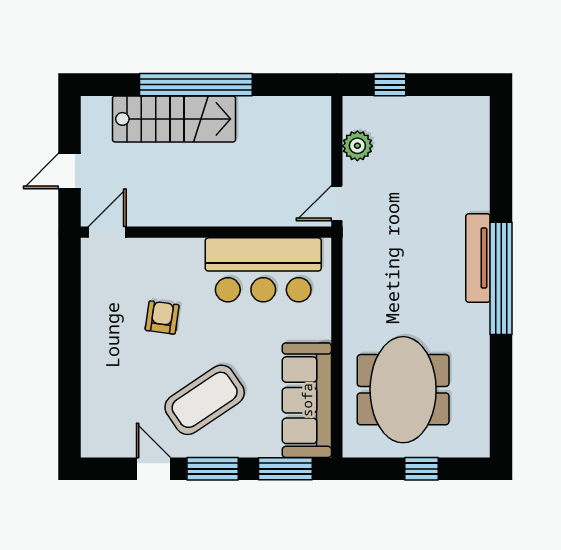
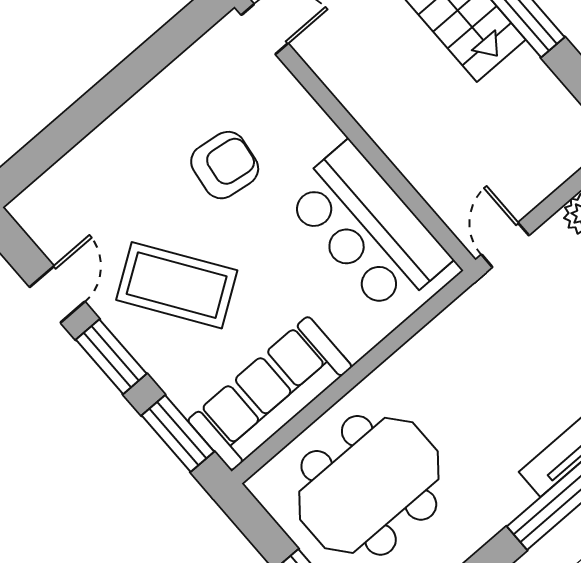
door: (337, 203) -> (505, 245), hinge flipped
armchair: (162, 318) -> (225, 165), width x1.38, depth x1.38

